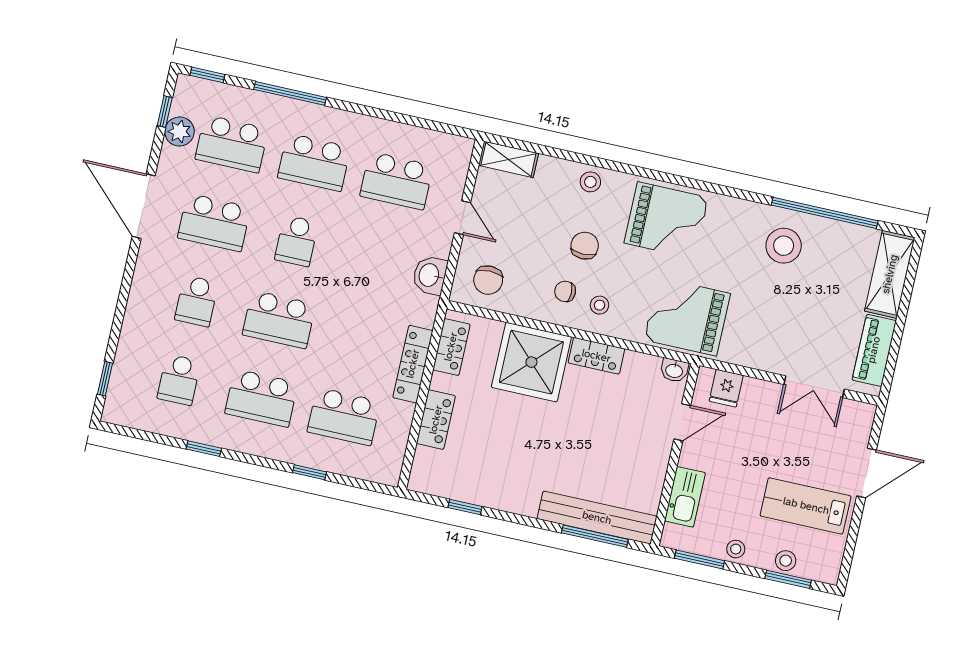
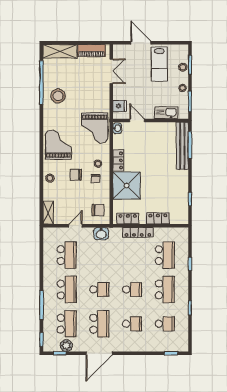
school desk: (279, 319) -> (132, 289), width x0.54

